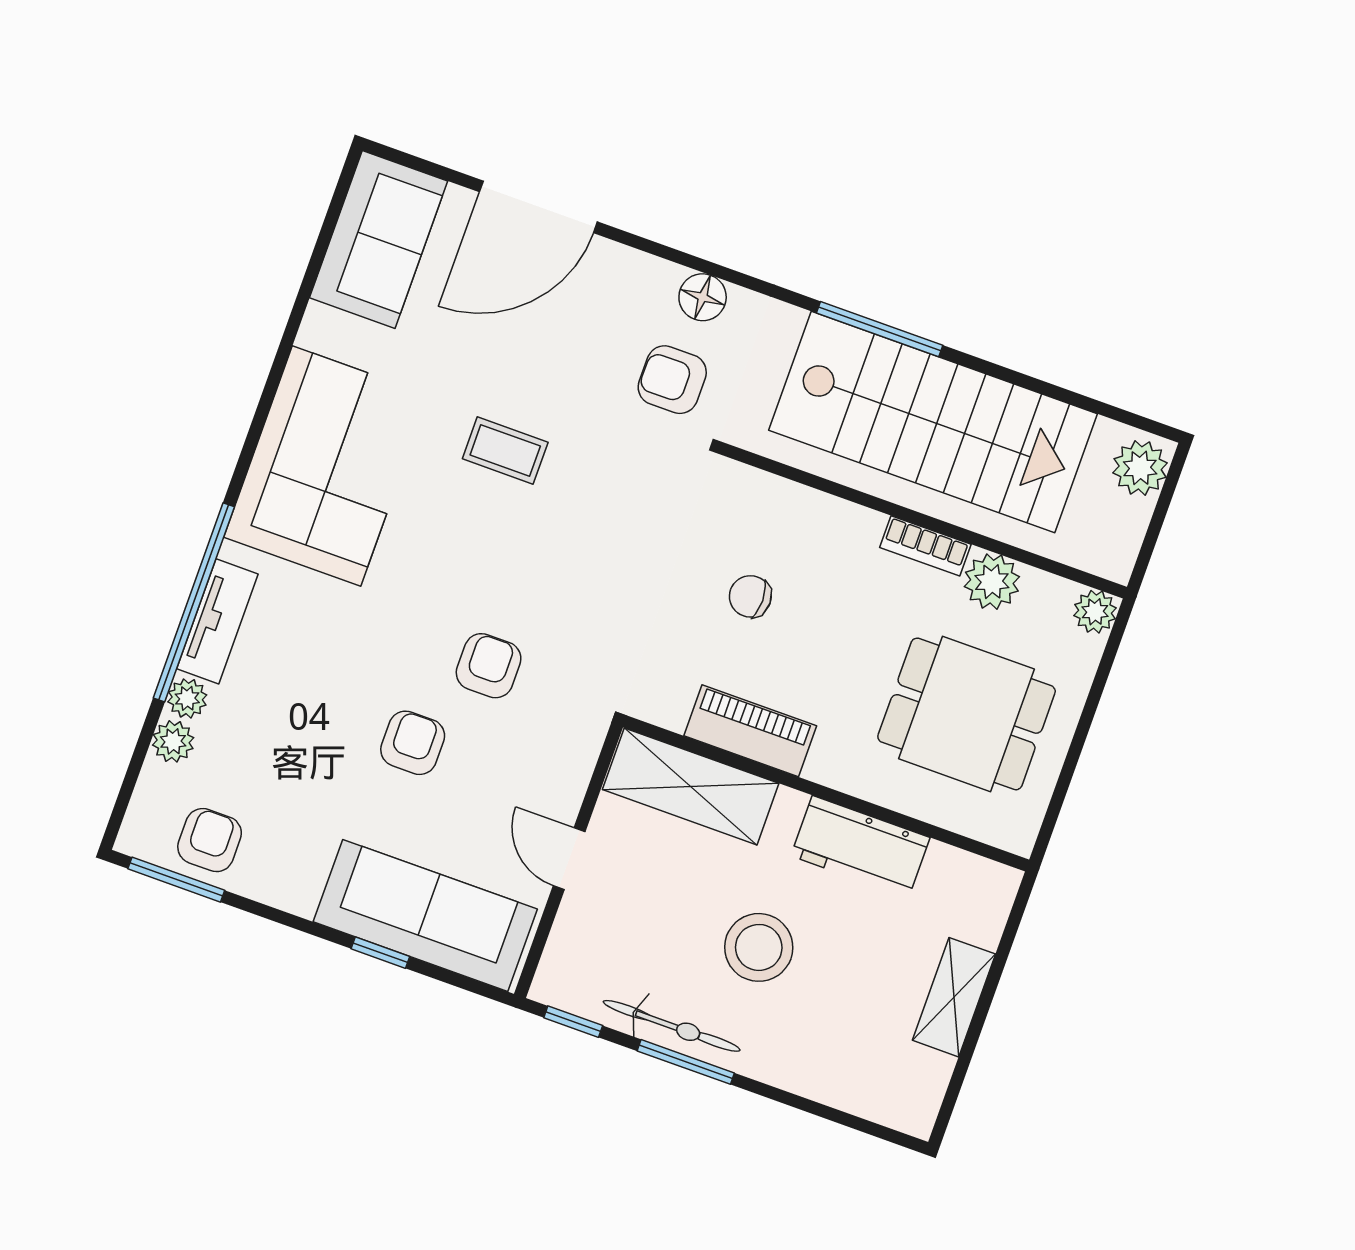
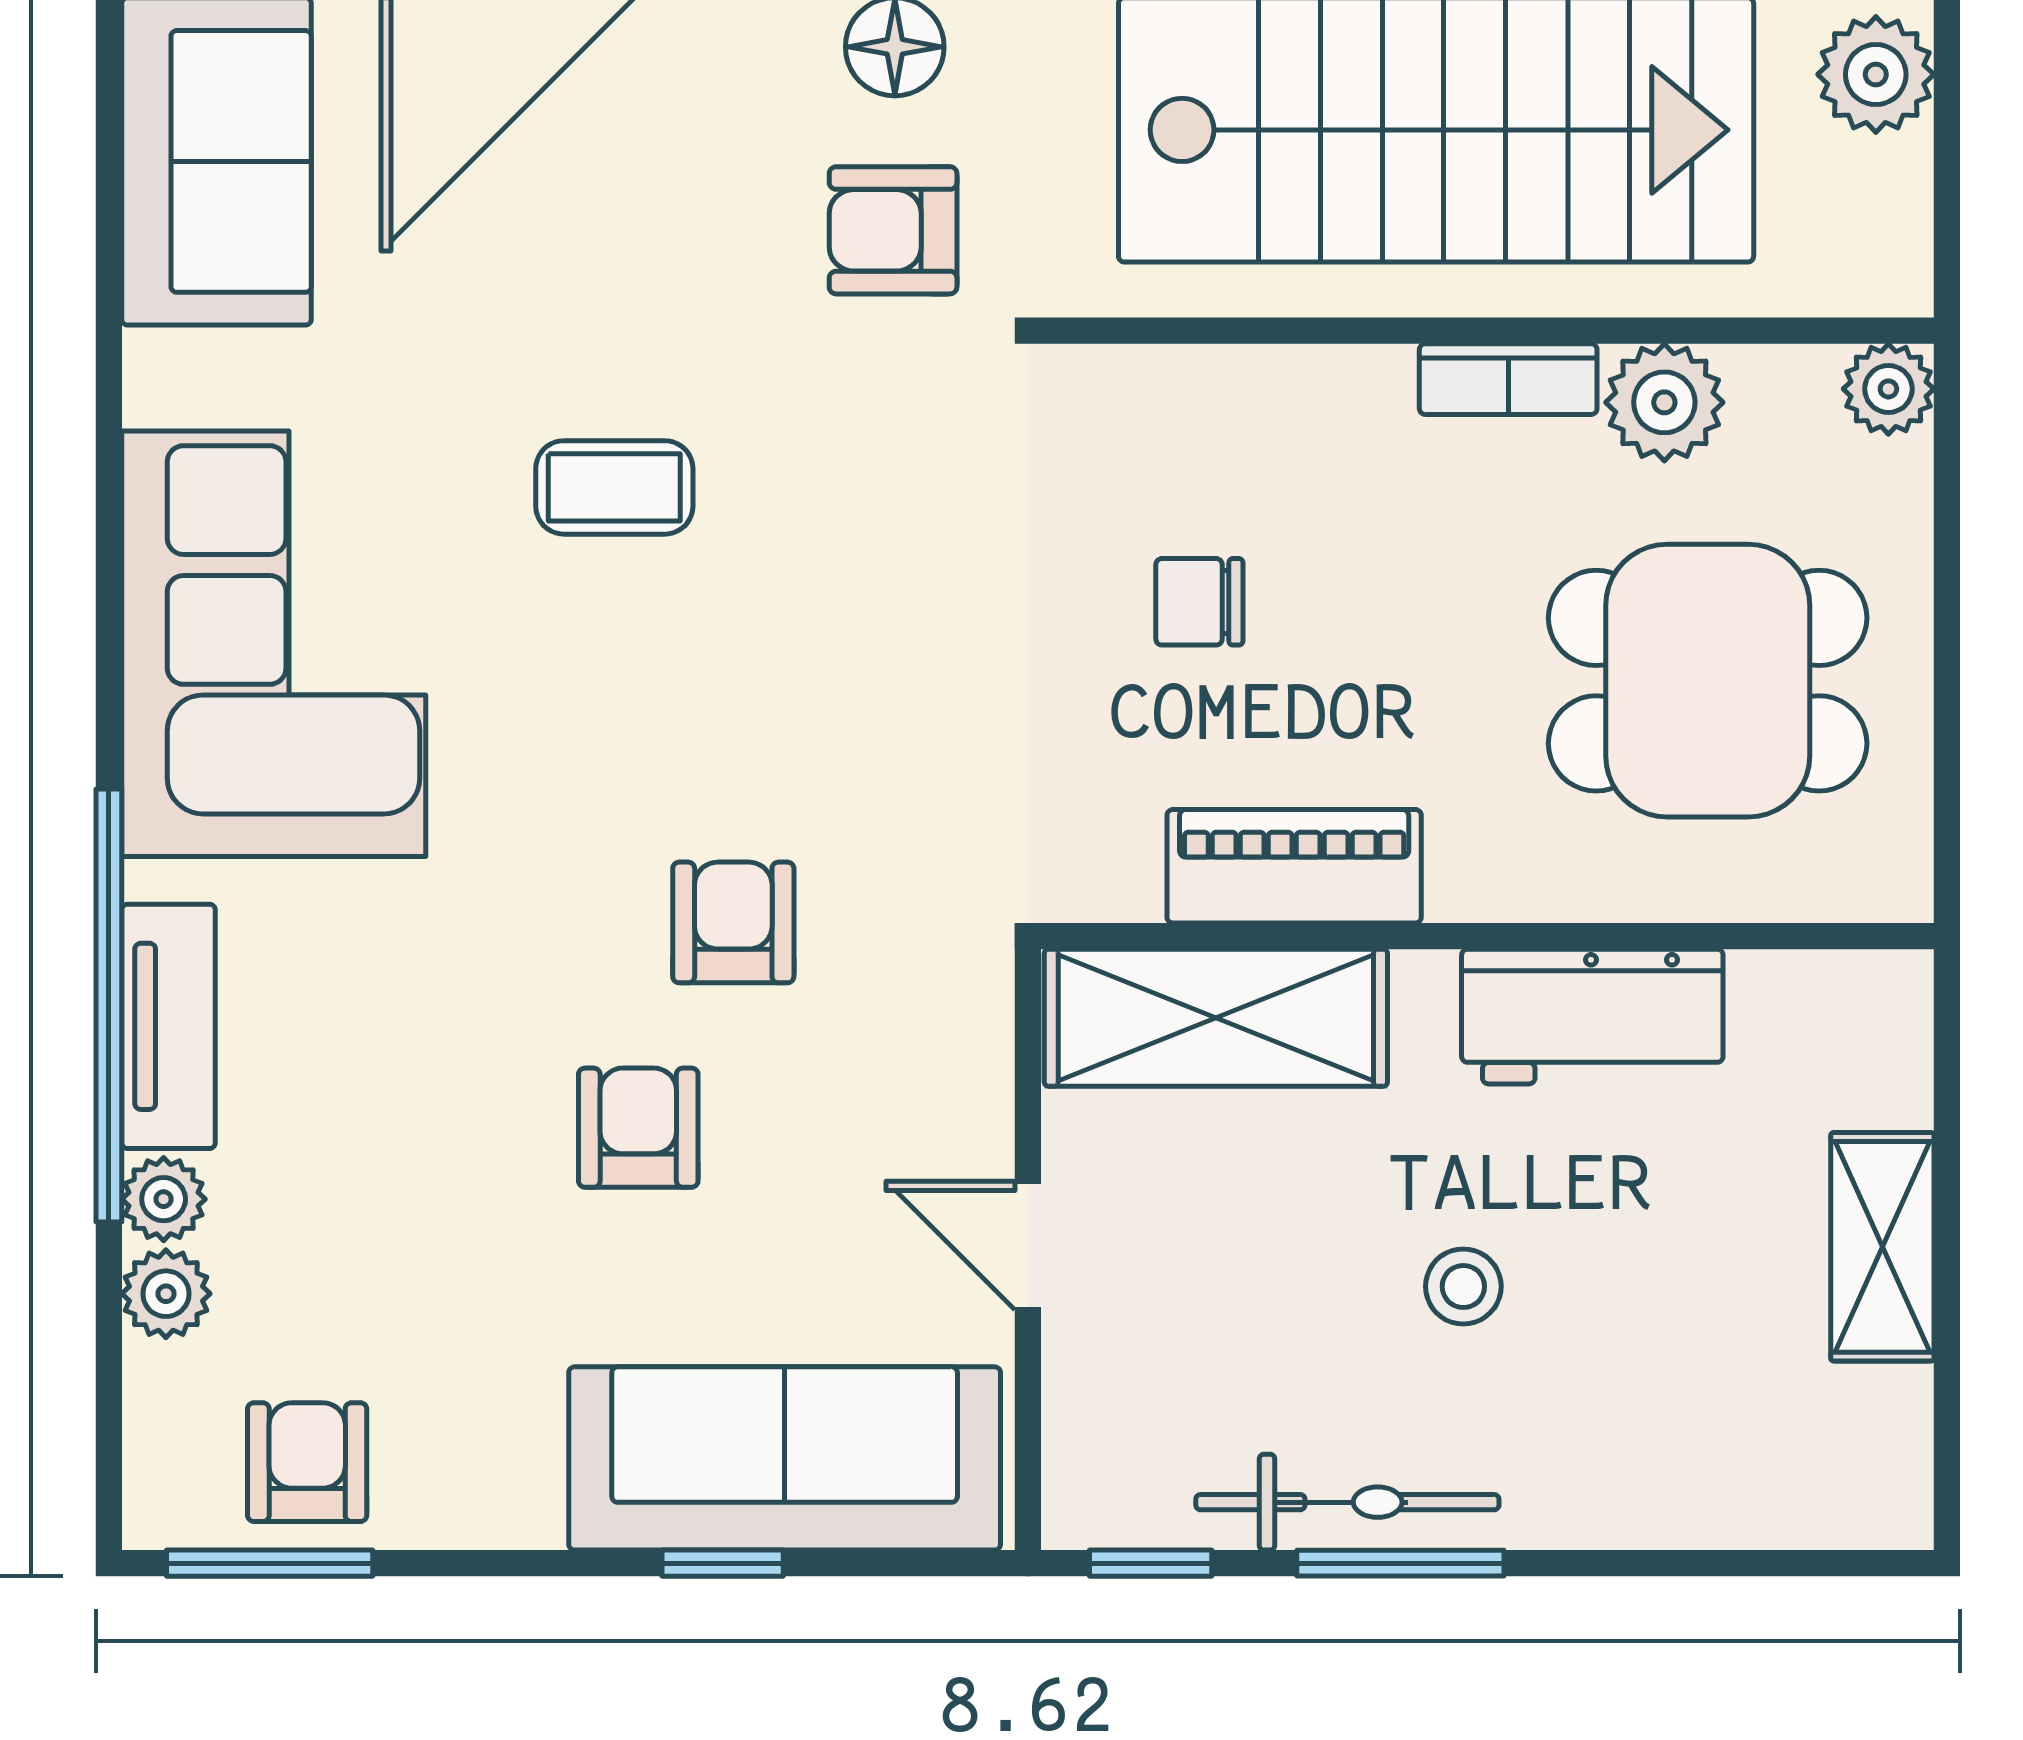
stool: (759, 947) -> (1463, 1286), width x0.53, depth x0.53

